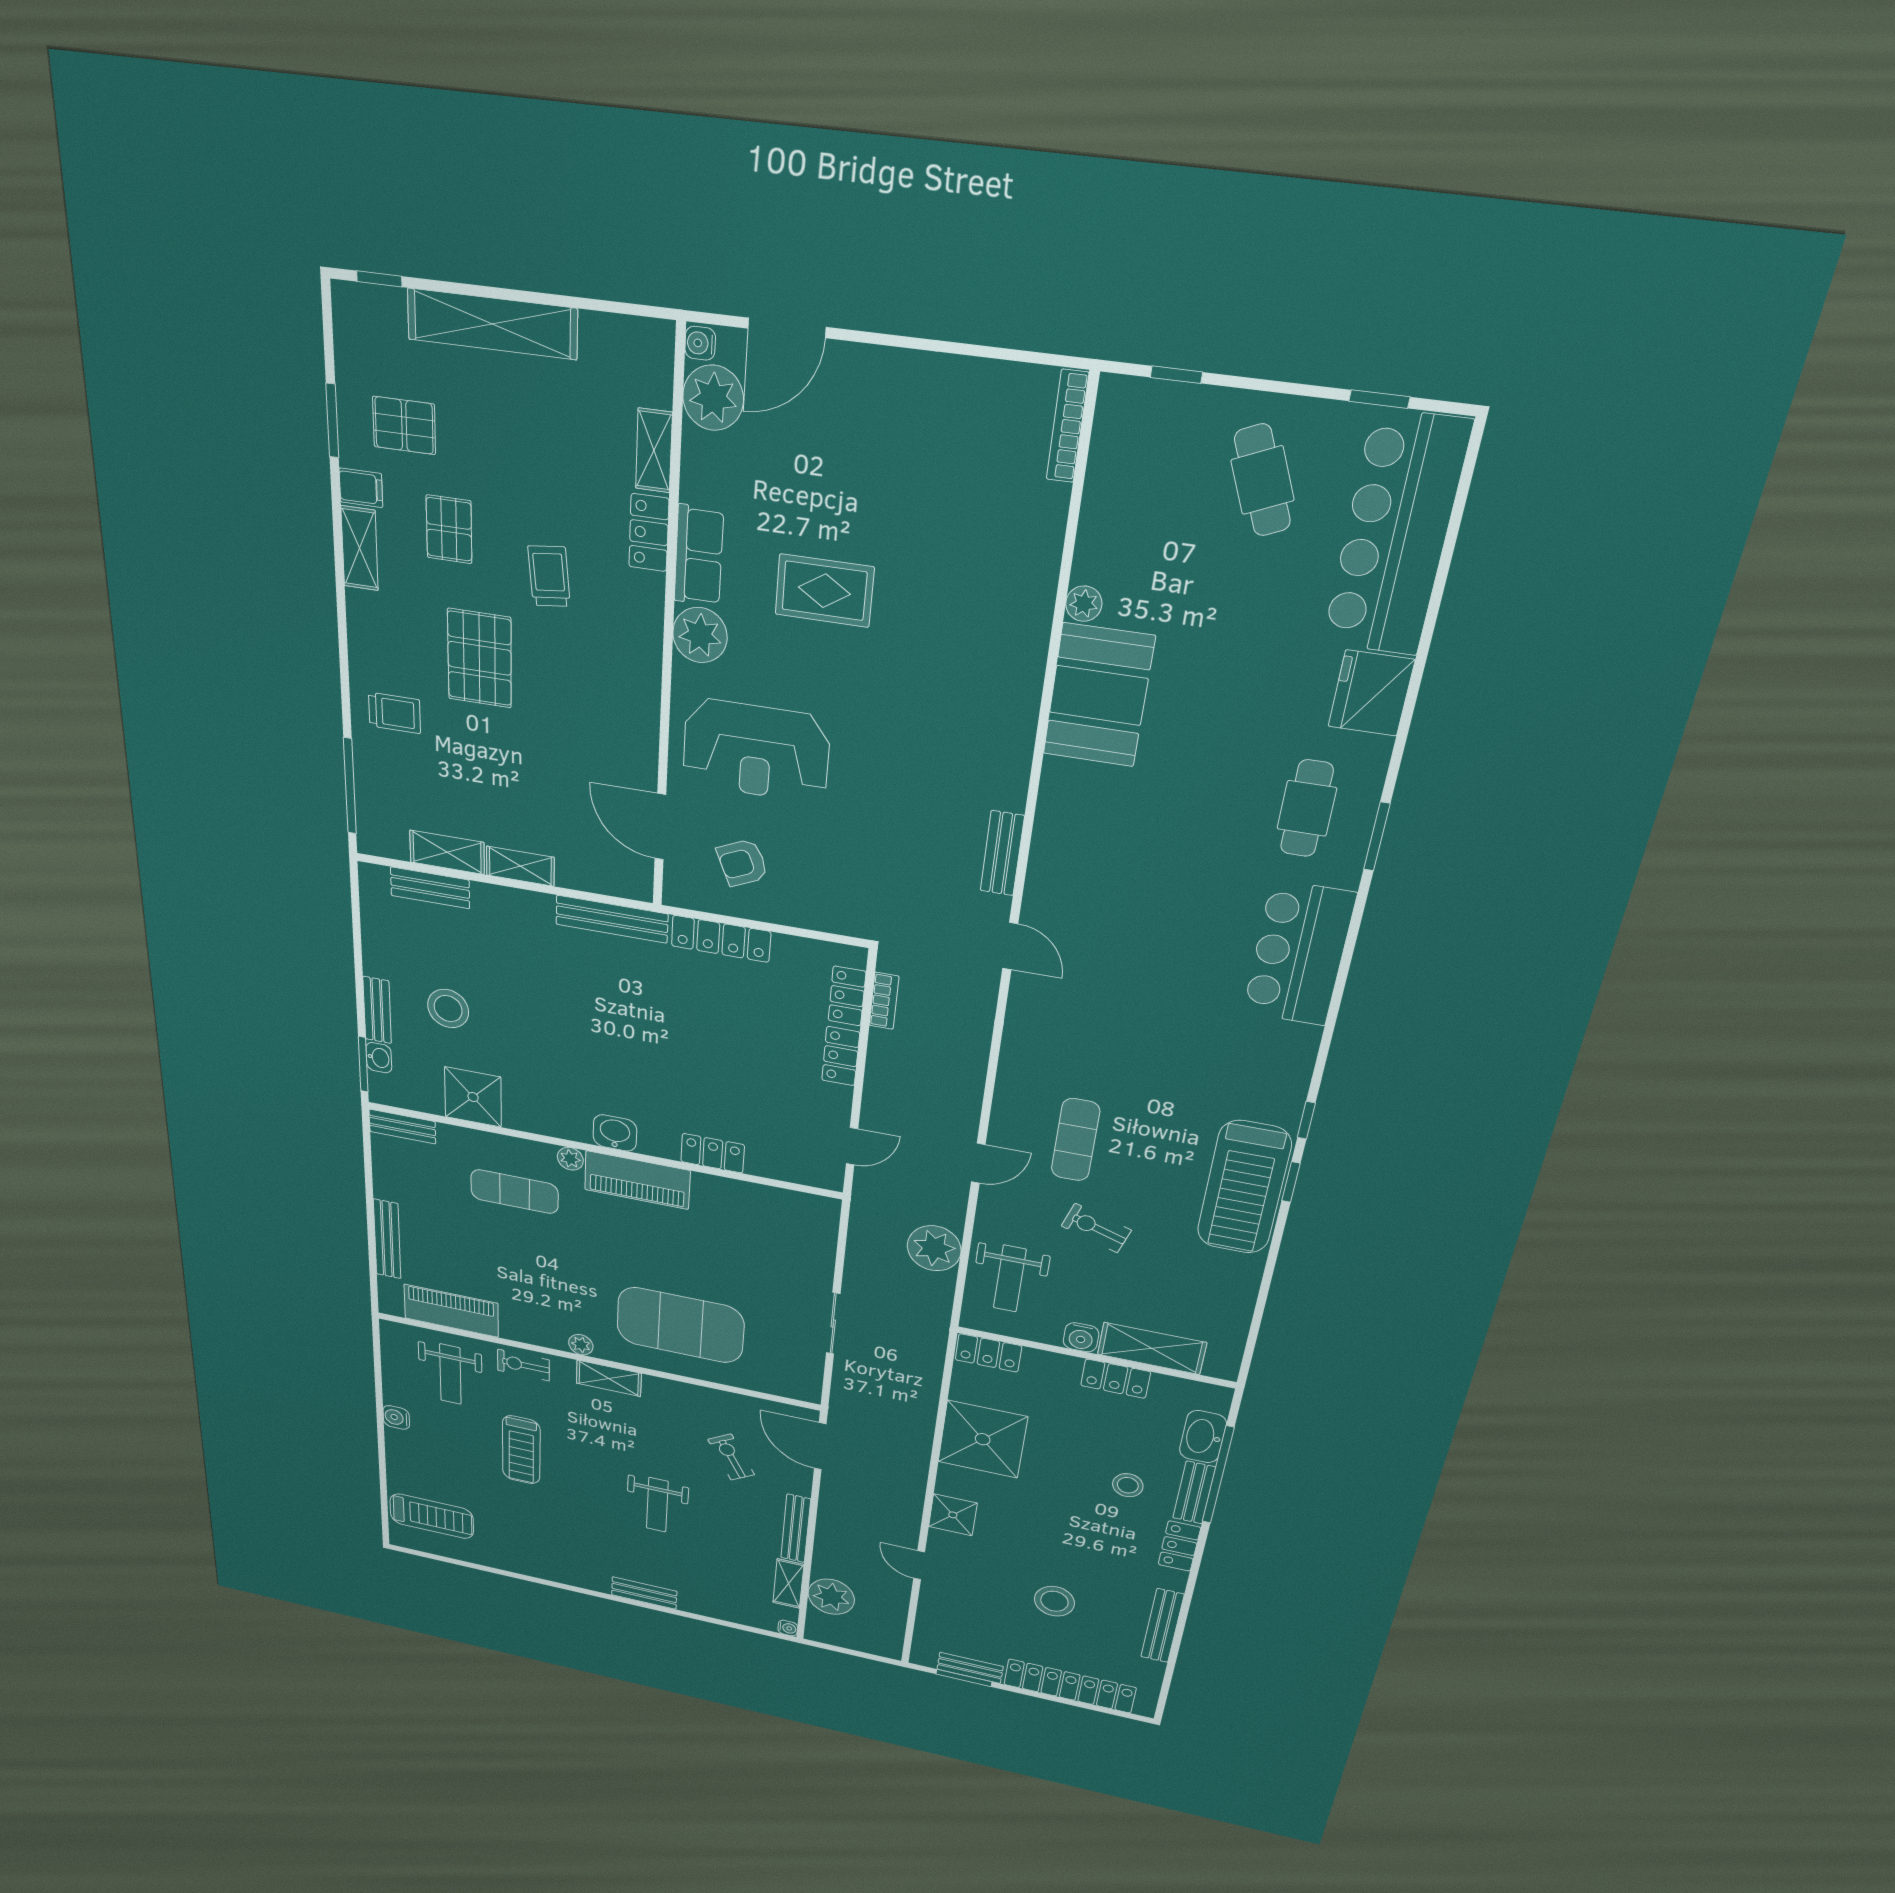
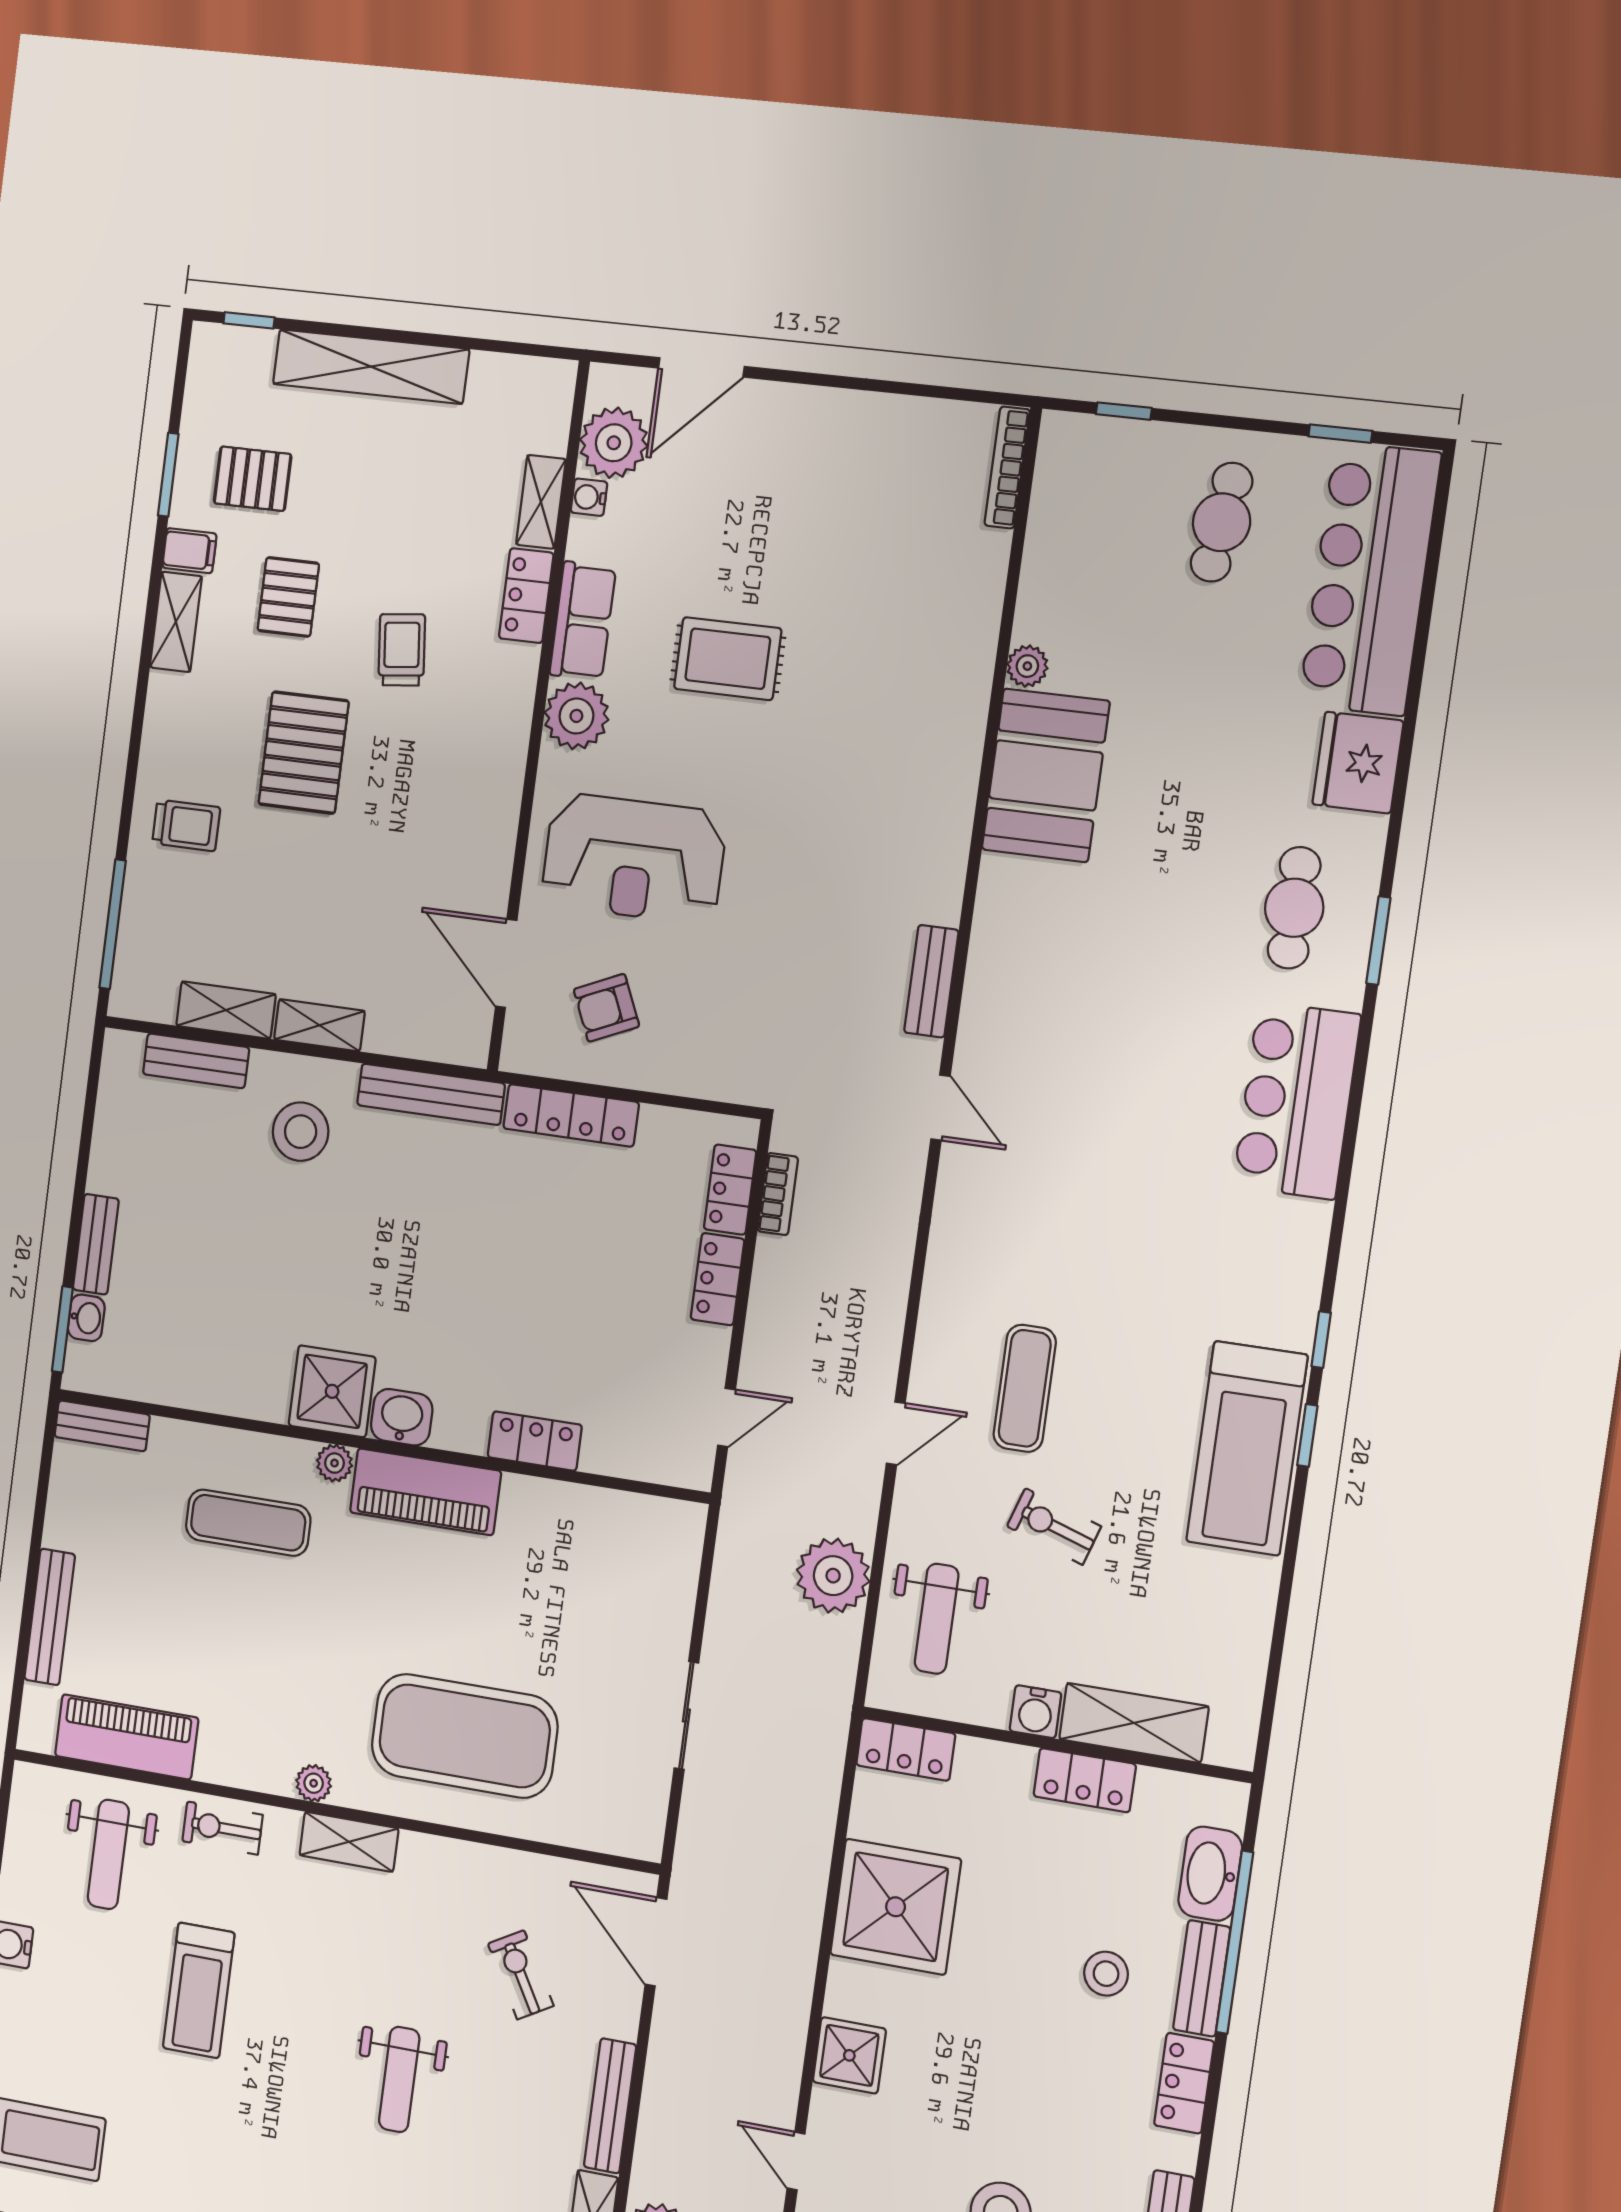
water cooler: (700, 343) -> (589, 497), moved
cafe table: (1263, 480) -> (1222, 522), turned 30
stool: (448, 1009) -> (301, 1132), moved
shower: (473, 1097) -> (332, 1391), moved

